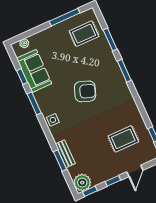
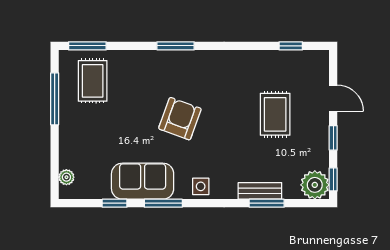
window: (110, 39) -> (87, 46), moved
sofa: (34, 71) -> (143, 181), moved
rug: (123, 139) -> (275, 114), moved

